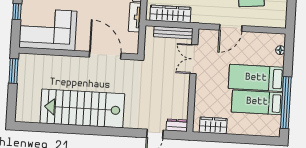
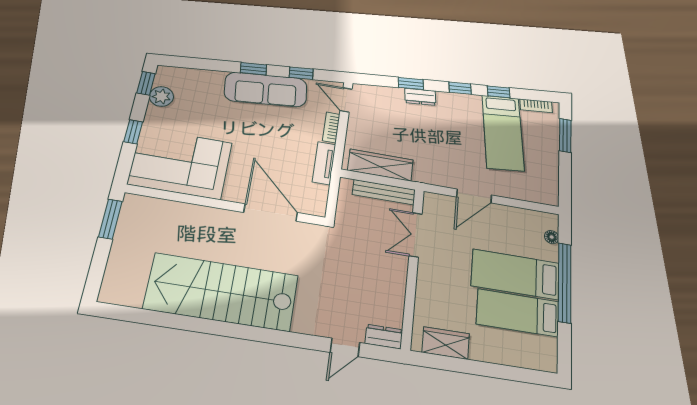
window: (286, 103) -> (565, 282), moved

